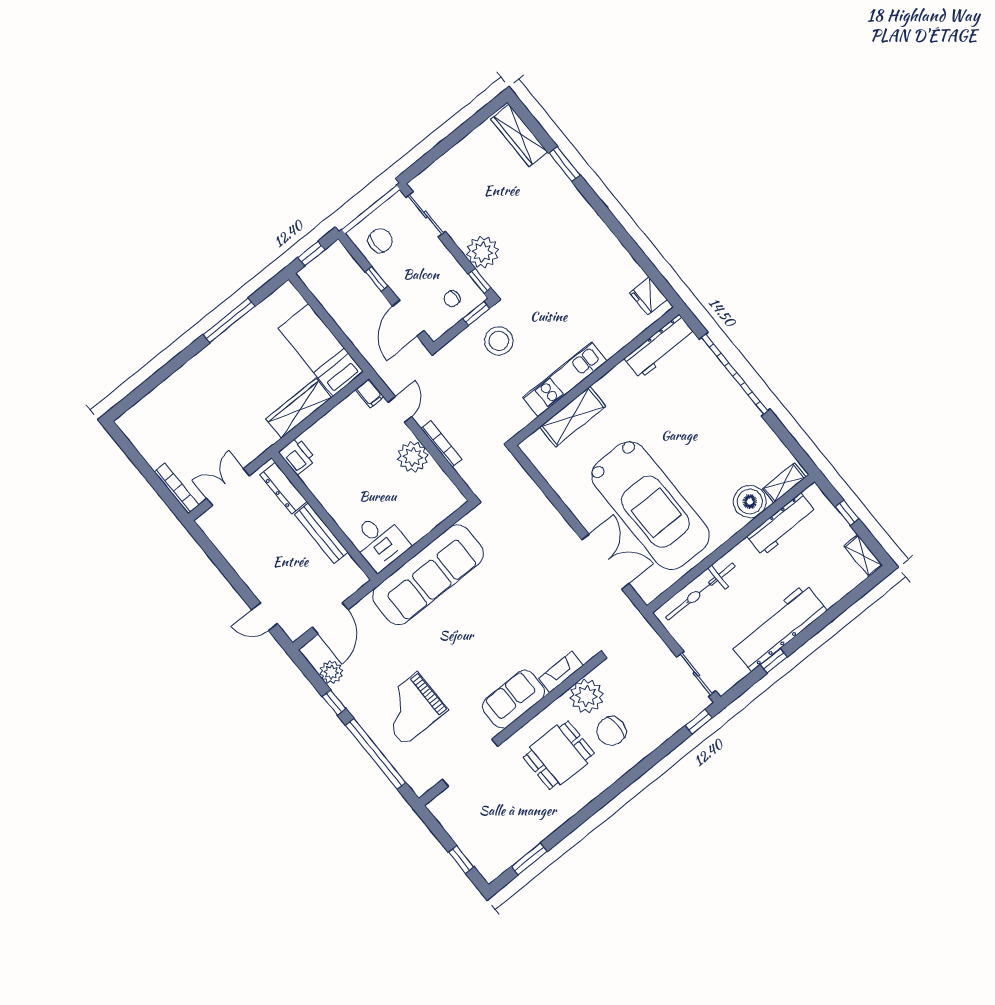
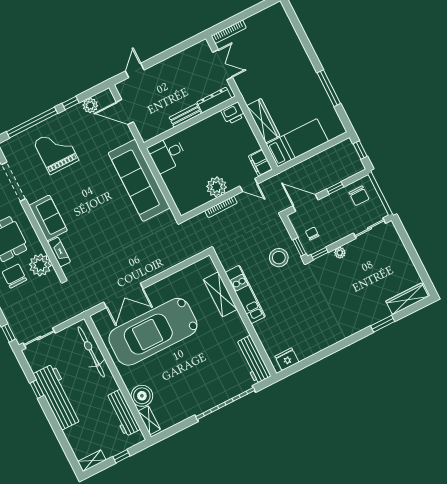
plant: (482, 252) -> (340, 253), width x0.53, depth x0.53
filing cabinet: (370, 393) -> (260, 163), width x2.00
bench: (321, 533) -> (185, 115), width x0.73

